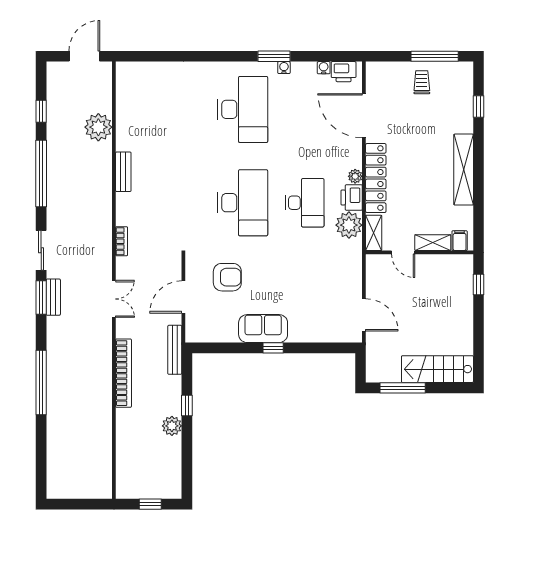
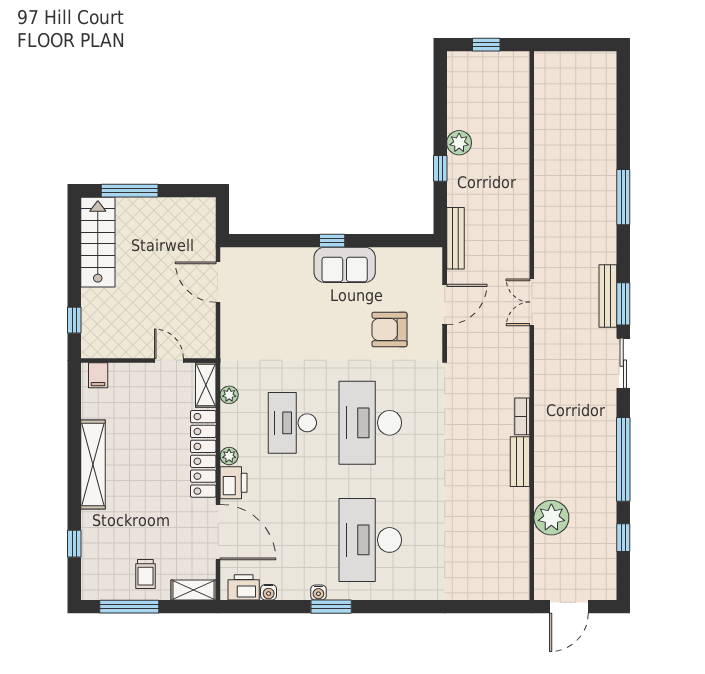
printer: (352, 198) -> (234, 483), moved
plant: (349, 225) -> (229, 395), width x0.53, depth x0.53
bookcase: (122, 241) -> (522, 416), moved
shelving: (433, 243) -> (193, 590), moved
bench: (53, 297) -> (608, 296), width x1.36
stairs: (437, 369) -> (98, 242), moved, turned -90
bookcase: (124, 373) -> (520, 209), removed
window: (41, 383) -> (623, 197), width x0.68
window: (403, 388) -> (130, 191), moved

